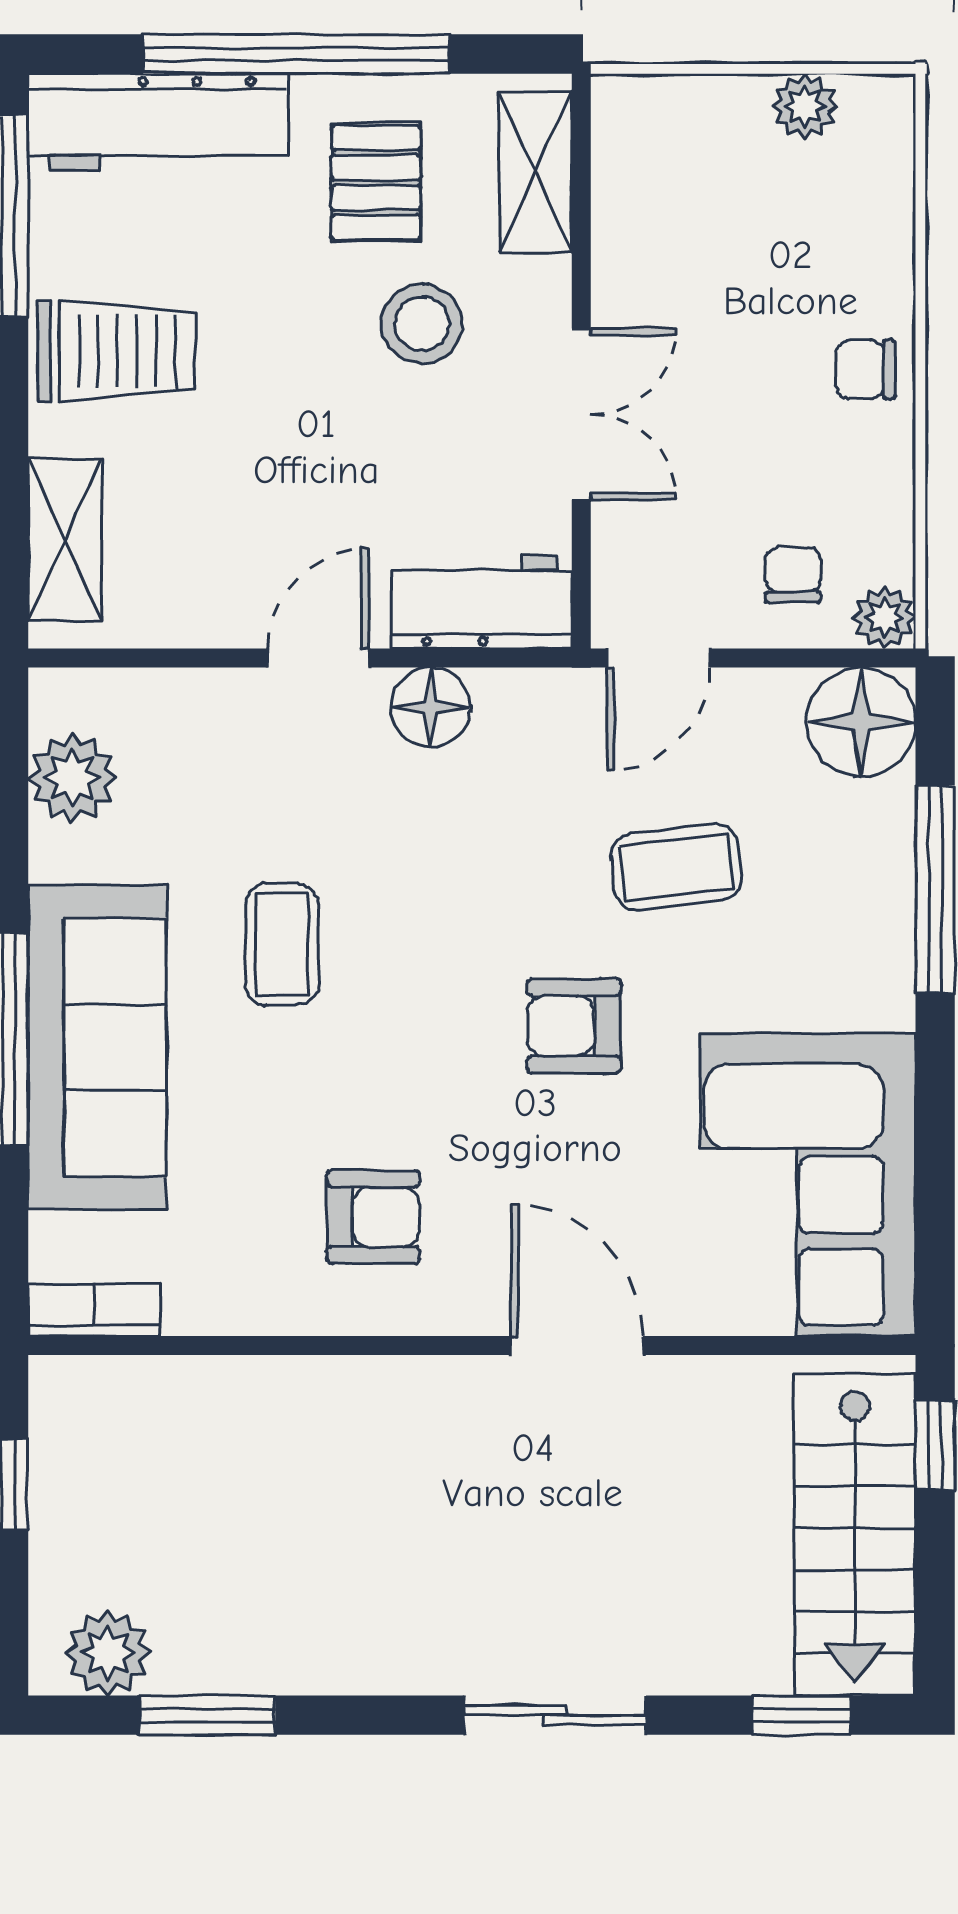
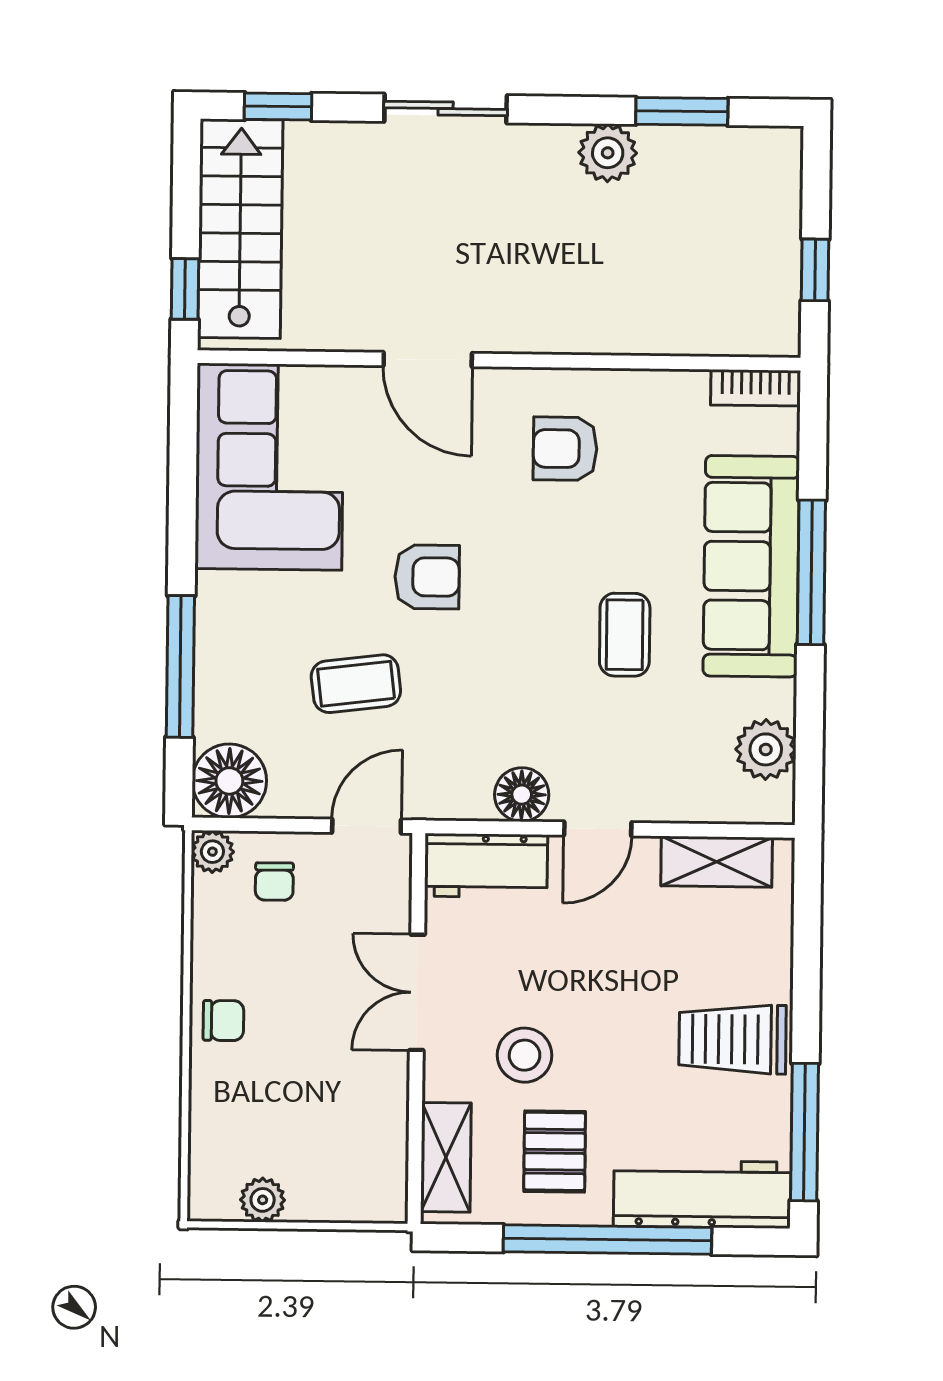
shelving: (65, 540) -> (717, 862), moved, turned 90
plant: (108, 1653) -> (608, 153), moved

